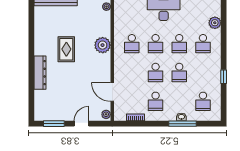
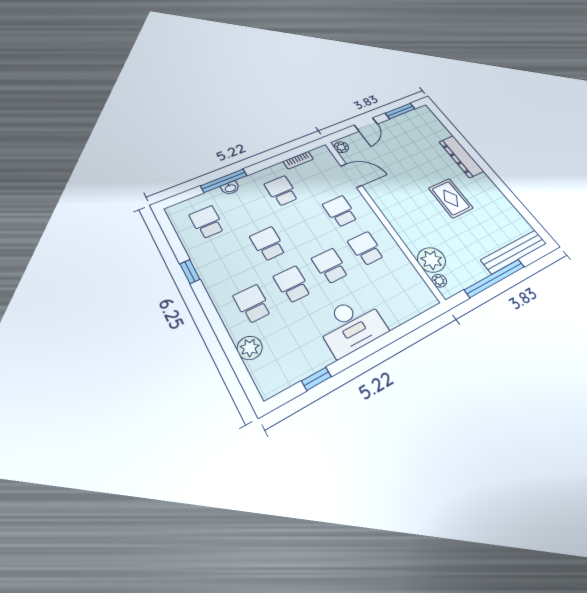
plant: (103, 45) -> (431, 260), moved
school desk: (156, 72) -> (340, 211), moved

